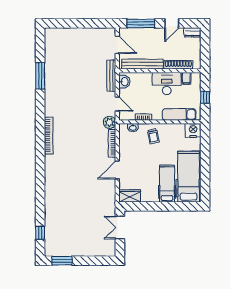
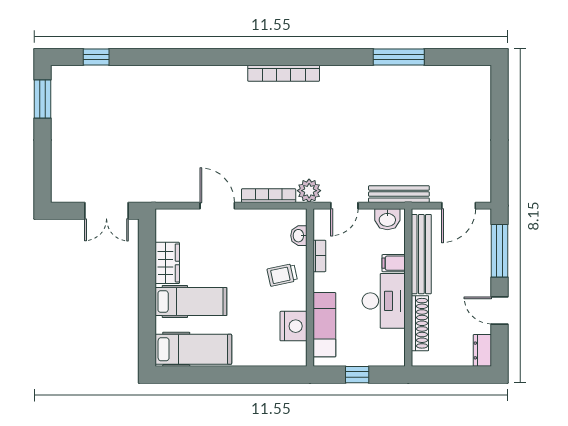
filing cabinet: (186, 78) -> (394, 263), moved
nightstand: (193, 130) -> (294, 326), moved
hospital bed: (189, 177) -> (193, 349), width x0.73, depth x0.78
wardrobe: (130, 196) -> (167, 263), moved
double door: (120, 227) -> (106, 211), swing flipped

